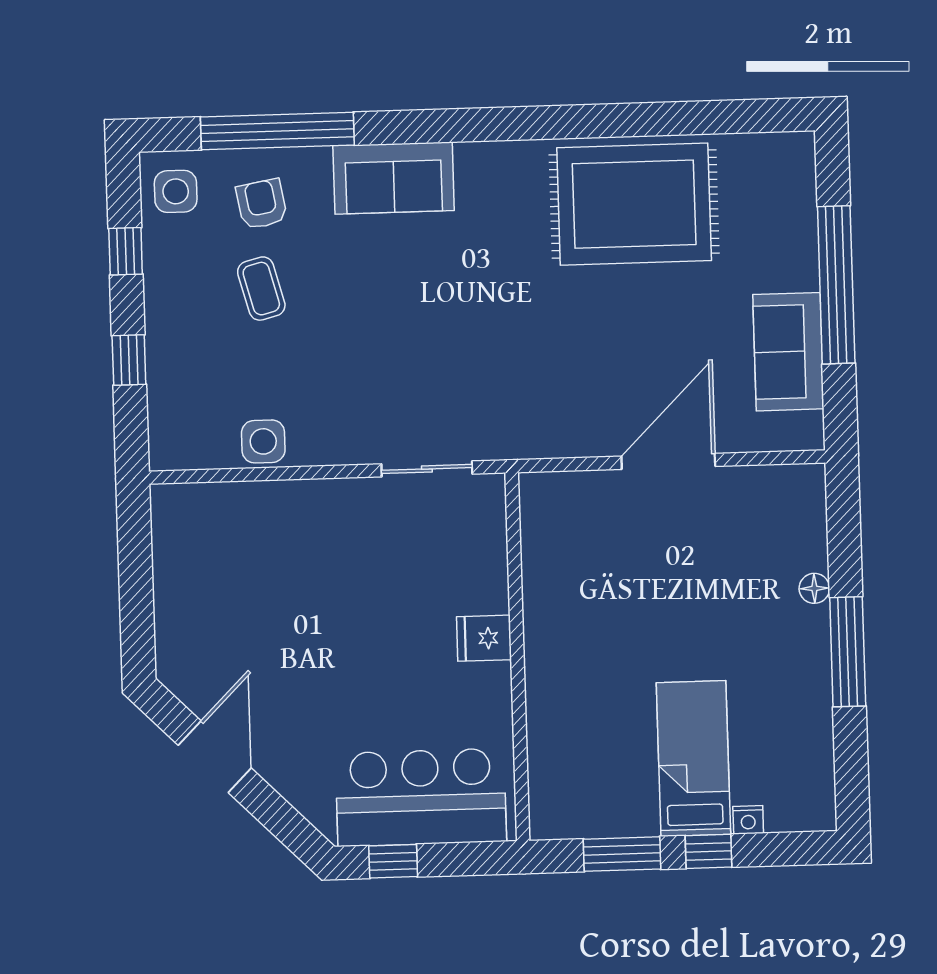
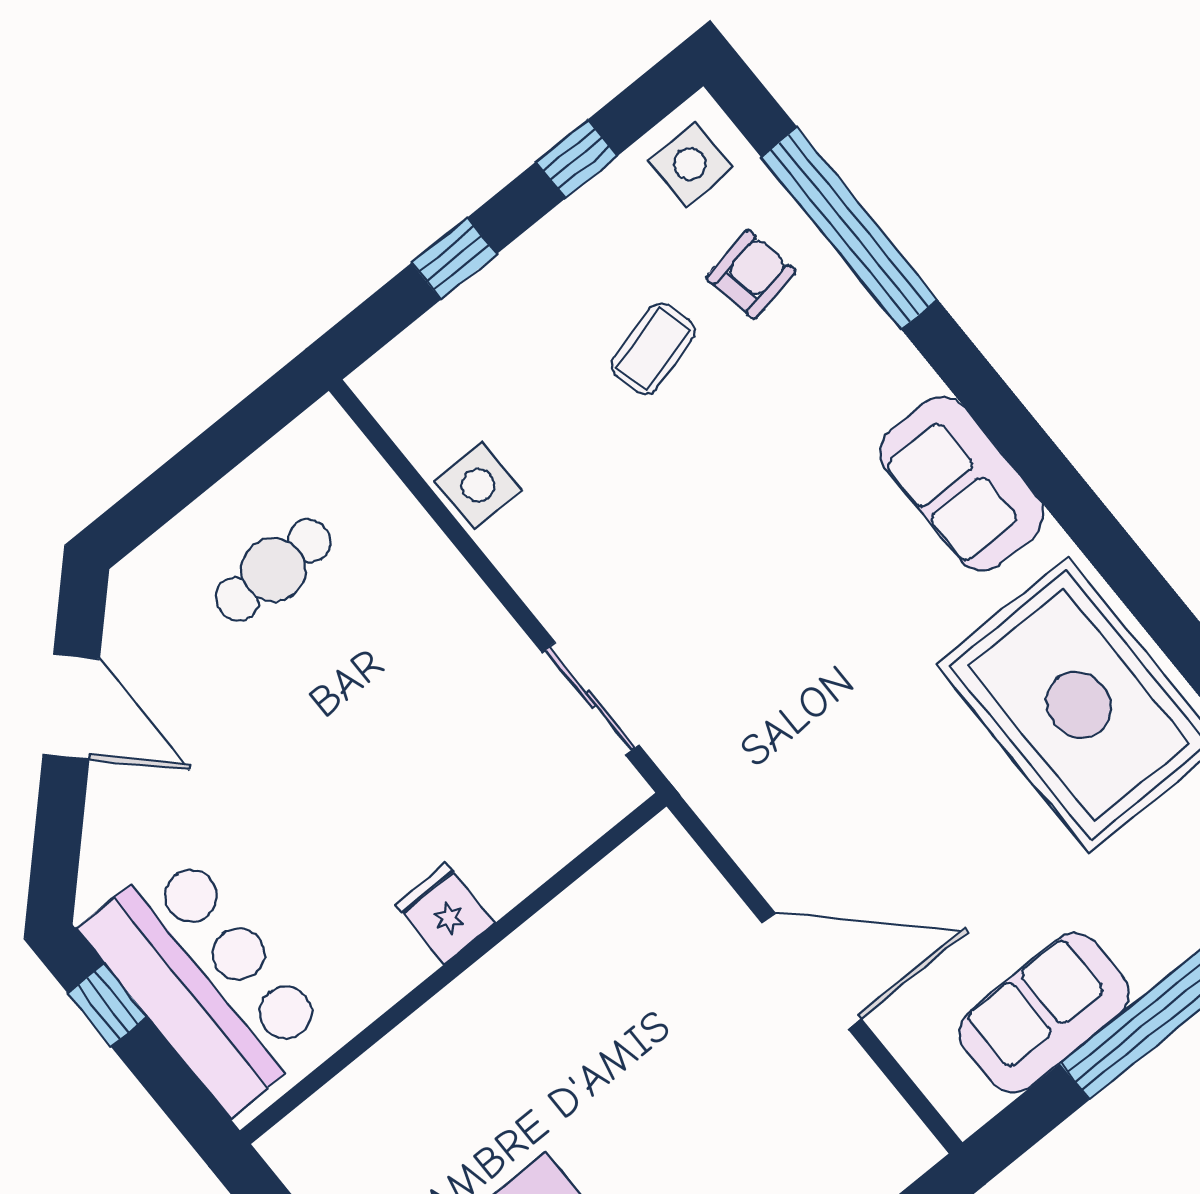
sofa: (394, 178) -> (962, 484), moved
cafe table: (224, 589) -> (273, 570), added
door: (215, 757) -> (71, 707), hinge flipped

